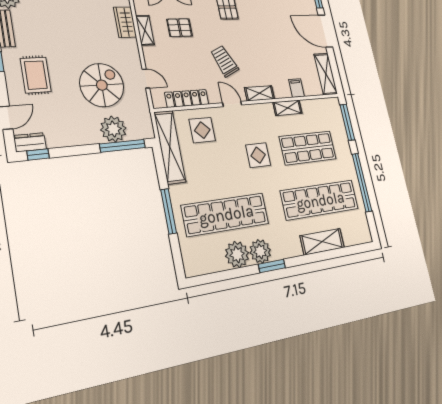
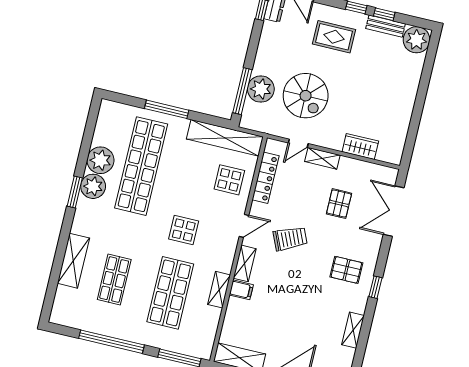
shelving: (145, 30) -> (322, 158), moved
filing cabinet: (297, 88) -> (241, 290), moved
shop shelf: (320, 200) -> (114, 280), width x0.50, depth x0.74

